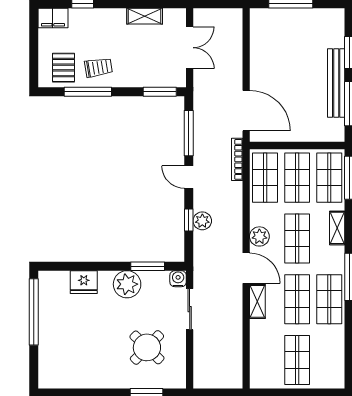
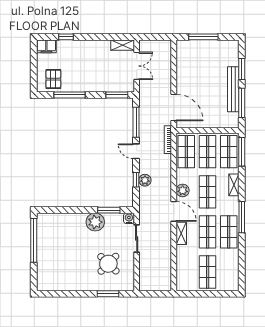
shelving: (145, 16) -> (123, 45), moved
trolley: (98, 67) -> (76, 79), removed
fridge: (84, 282) -> (67, 221), removed

